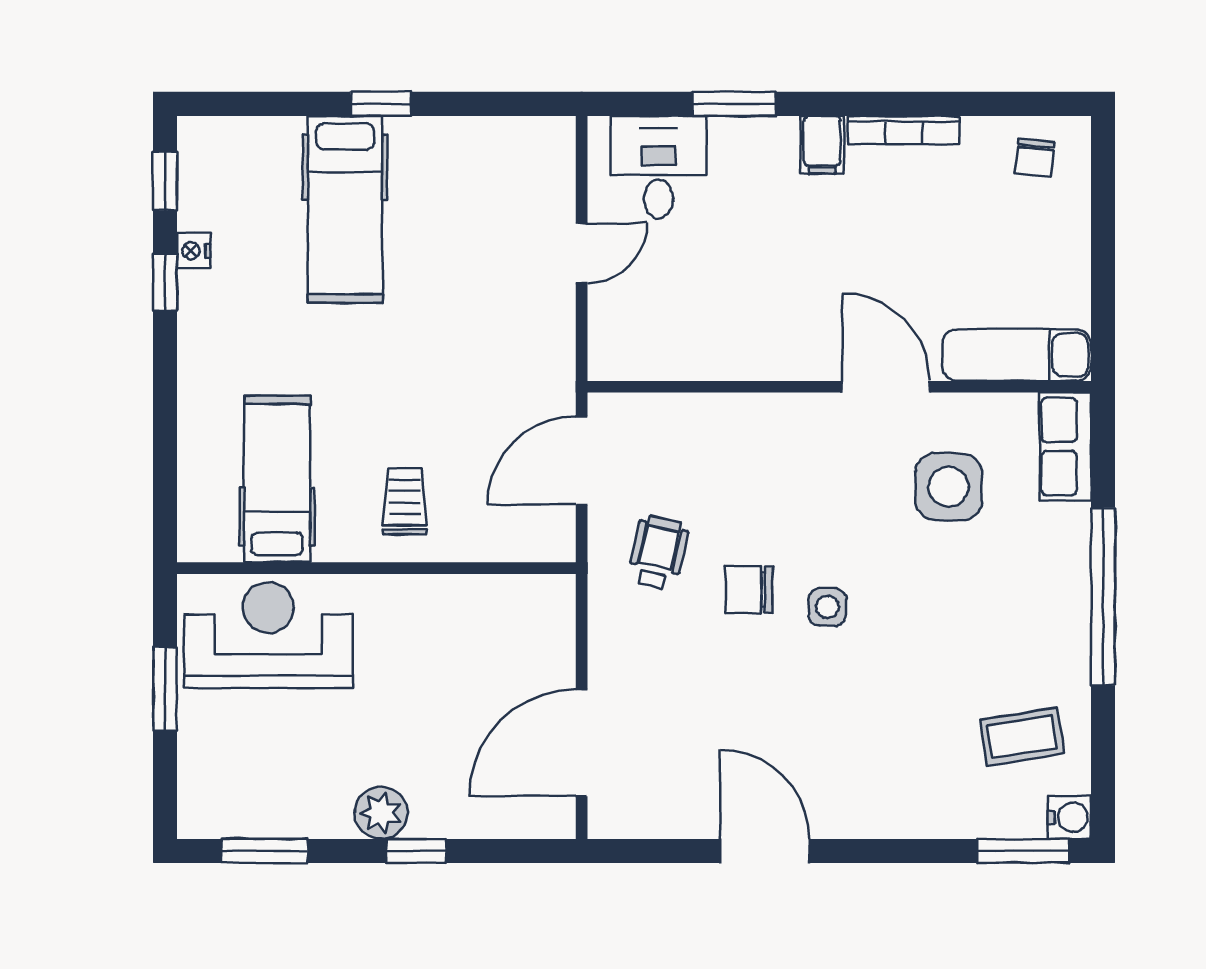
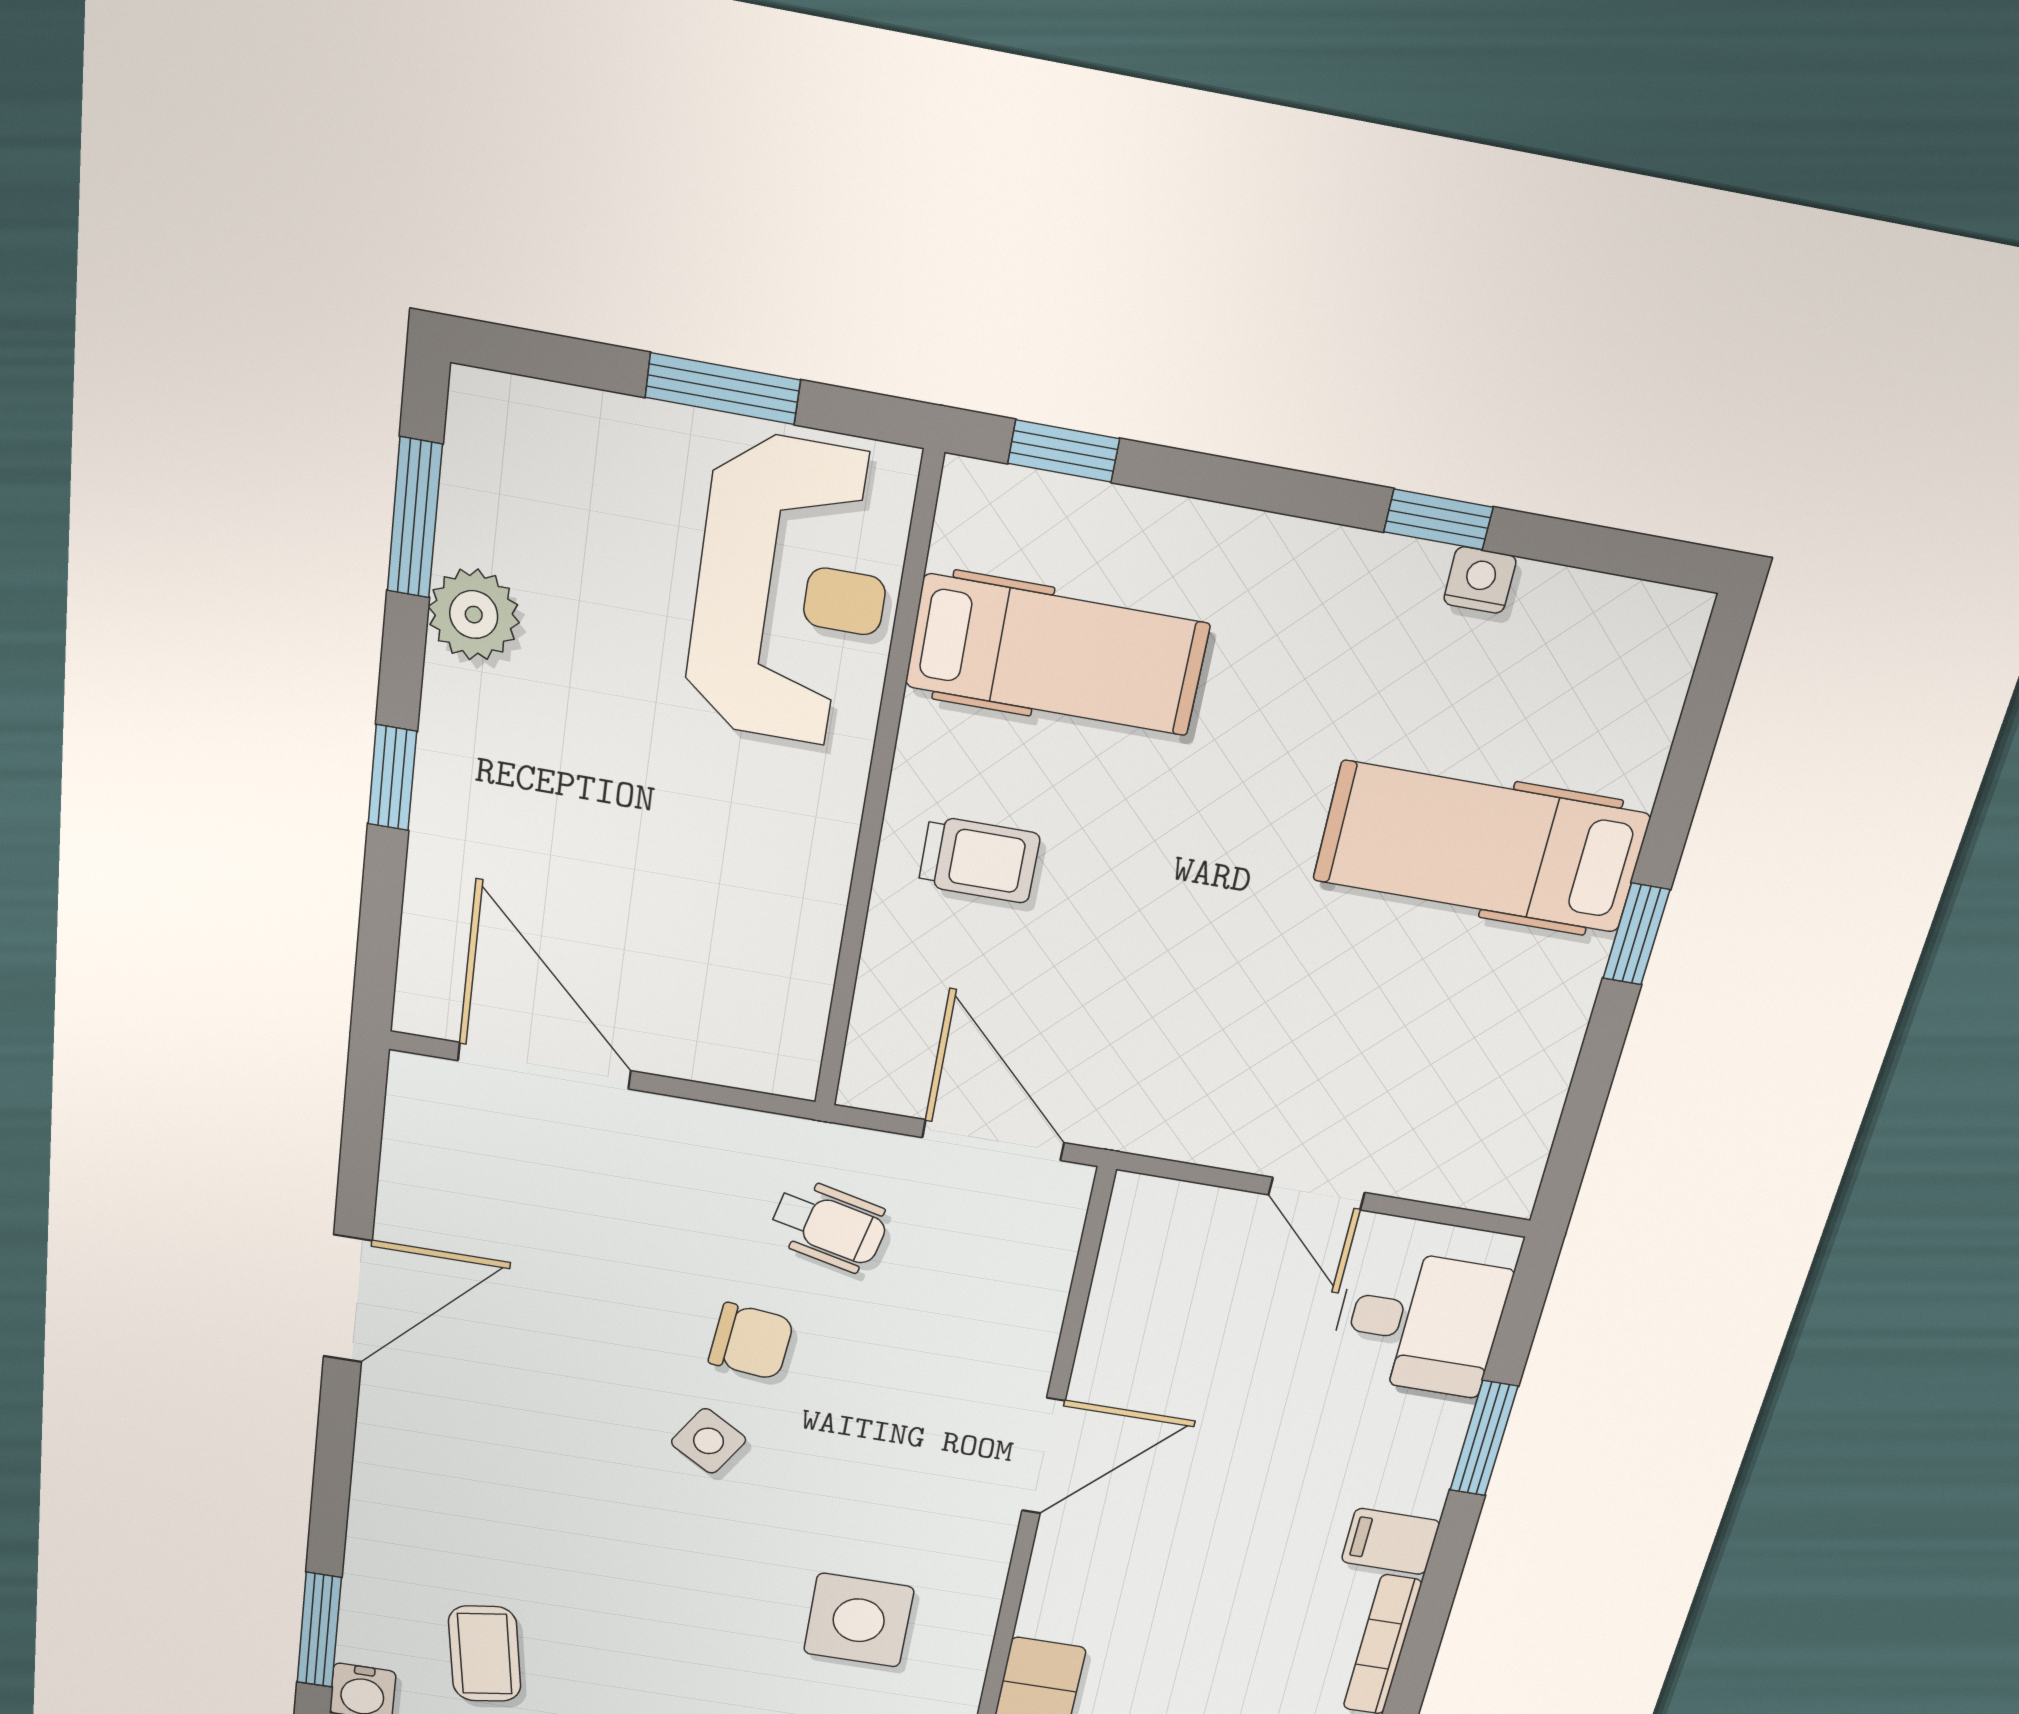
window: (165, 181) -> (1064, 451), moved
door: (886, 387) -> (1043, 1456), moved
chair: (749, 590) -> (751, 1341), turned 96
side table: (827, 607) -> (709, 1441), turned 32
plant: (381, 813) -> (474, 615), moved

